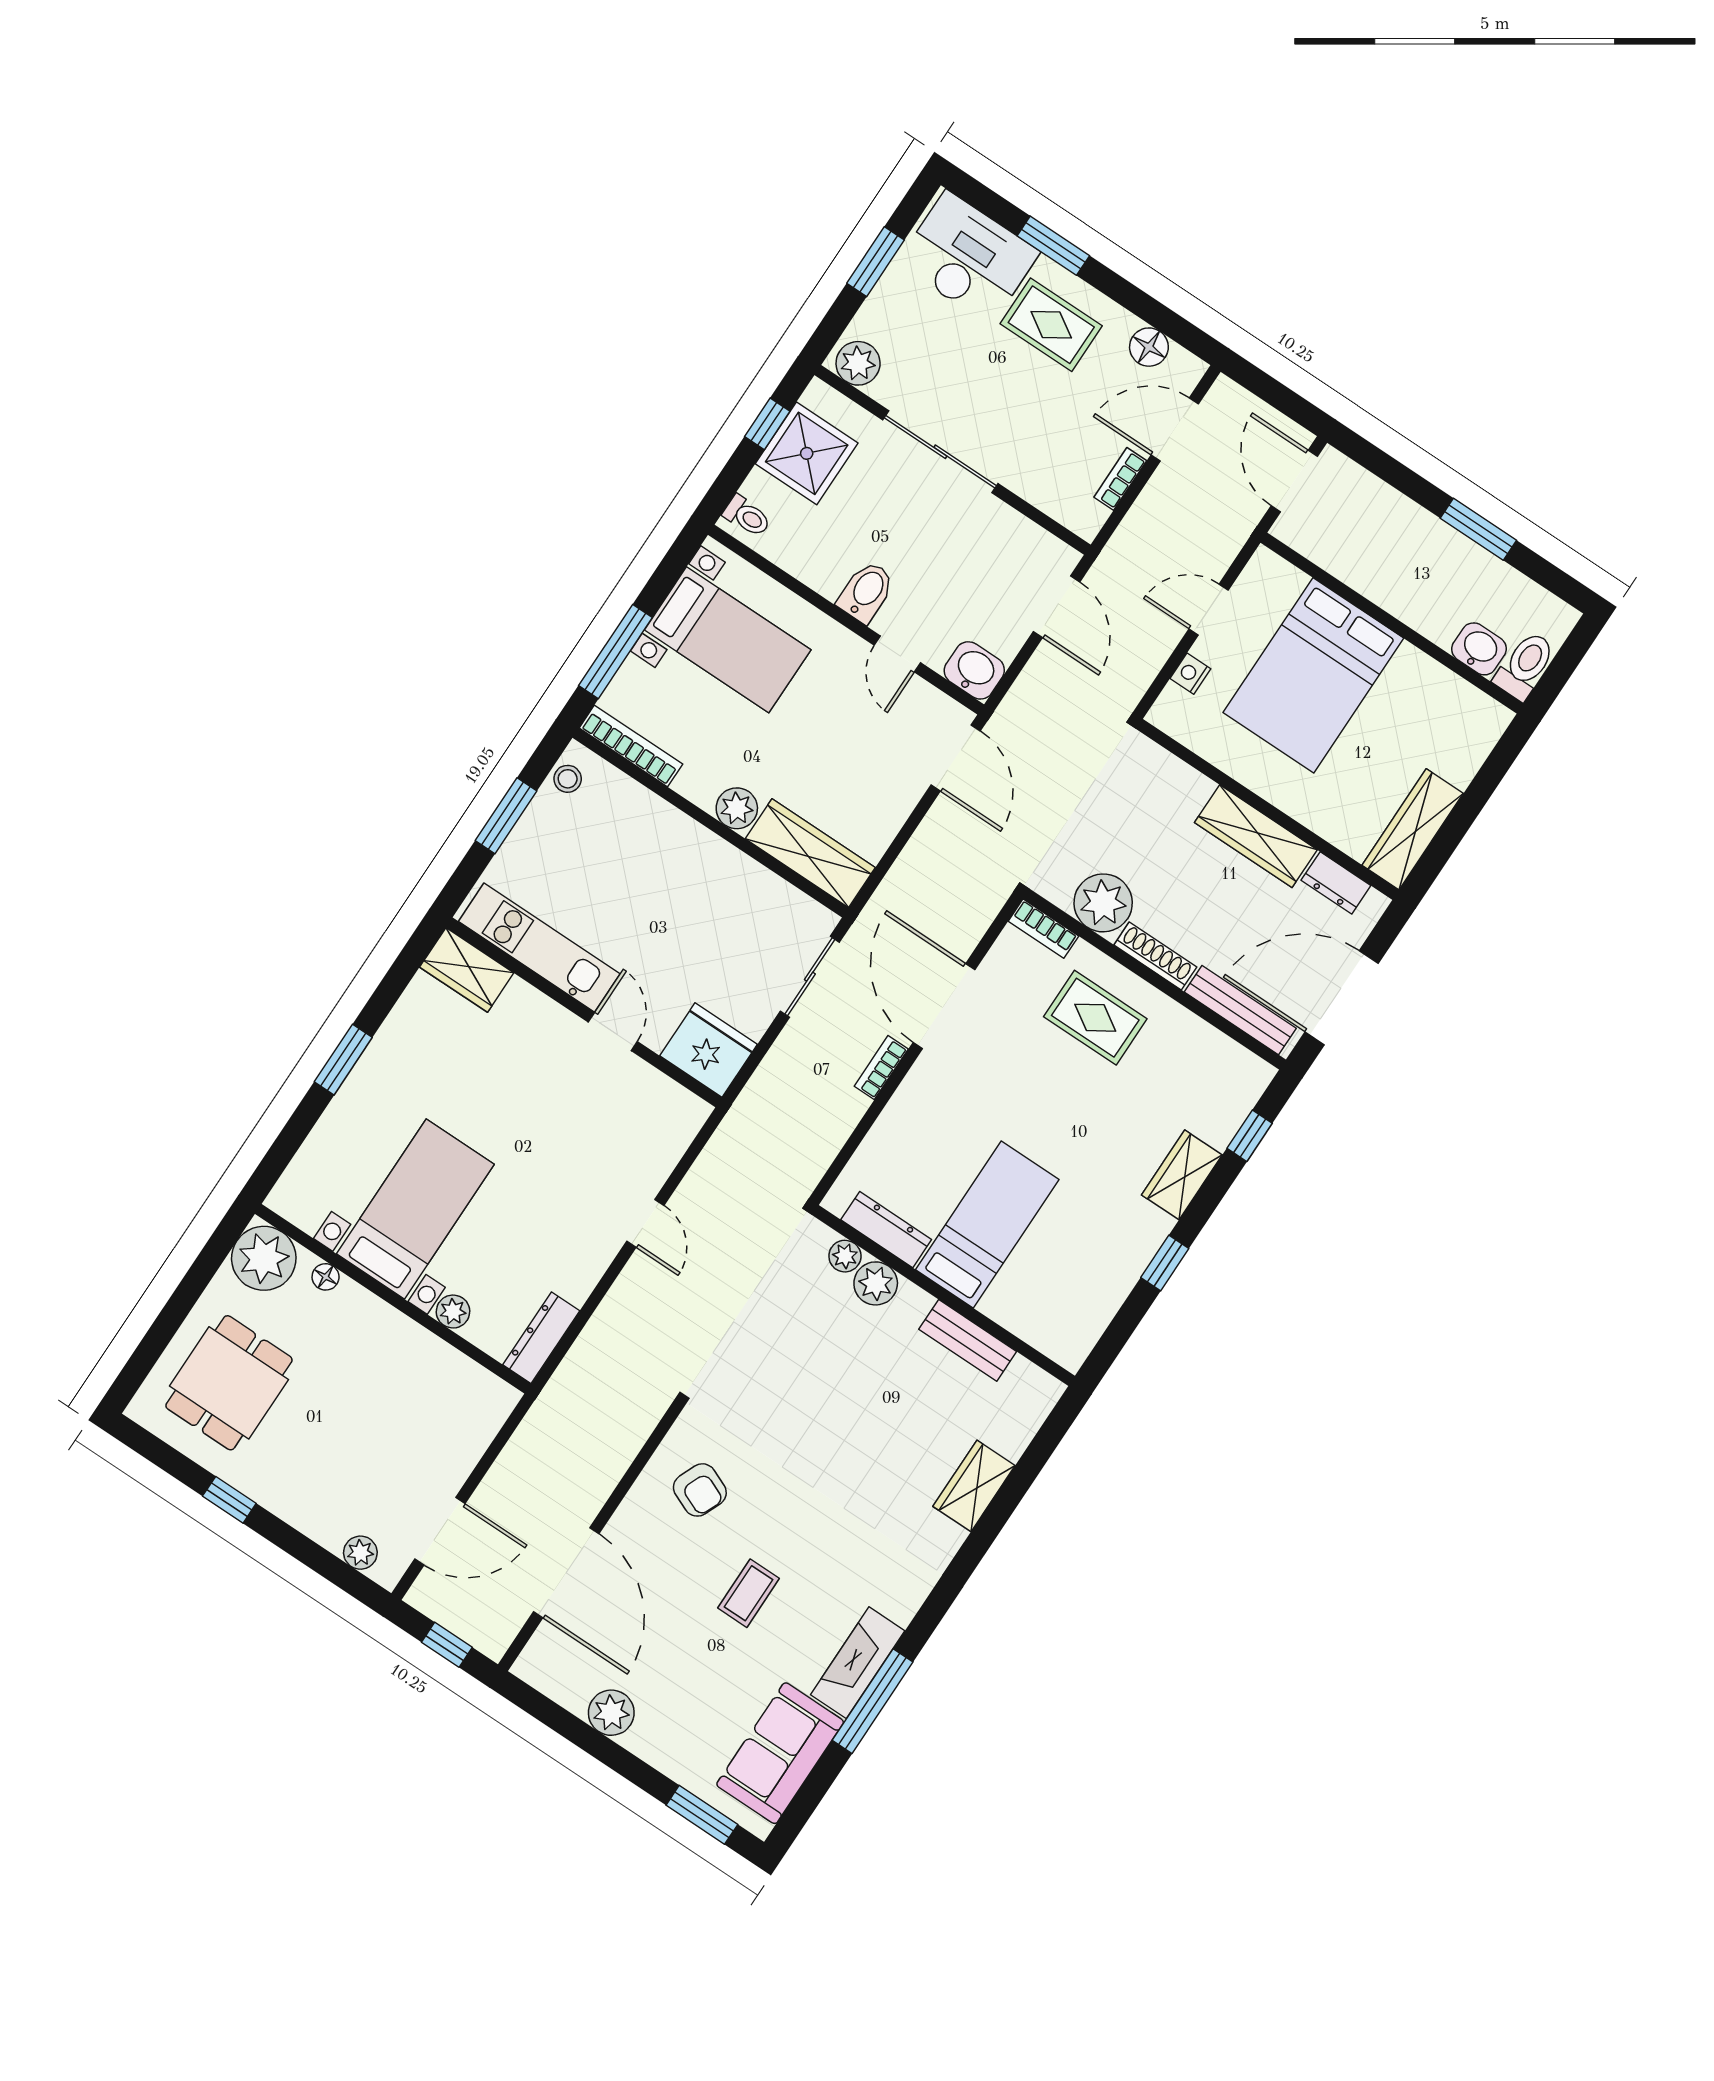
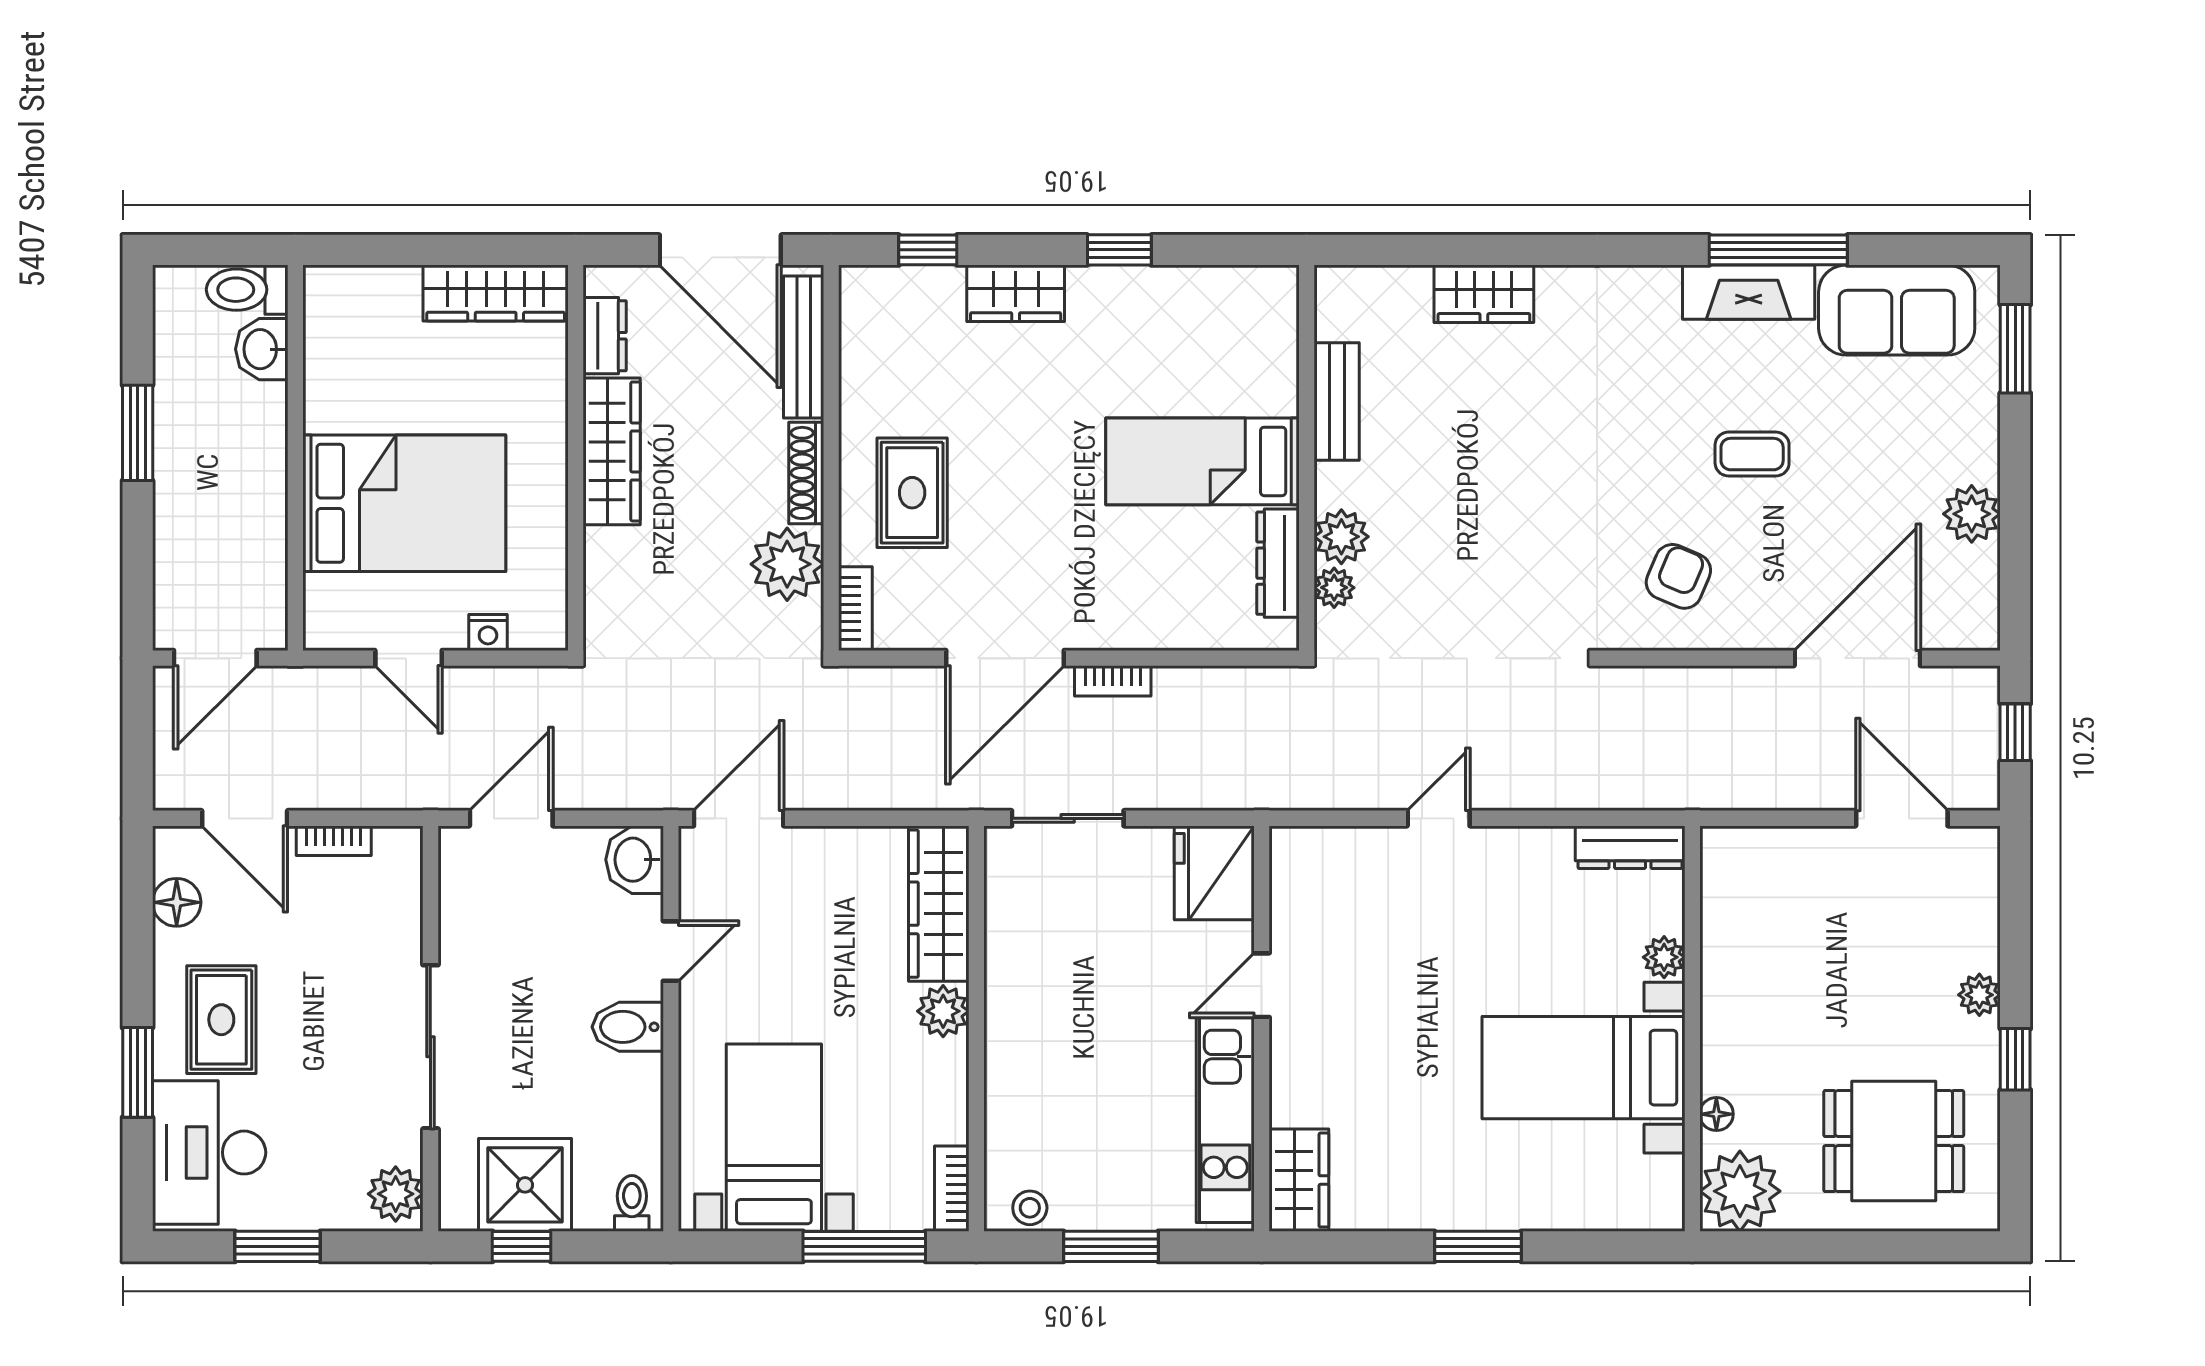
bookcase: (631, 746) -> (952, 1189), width x0.64
plant: (360, 1553) -> (1979, 995), moved

